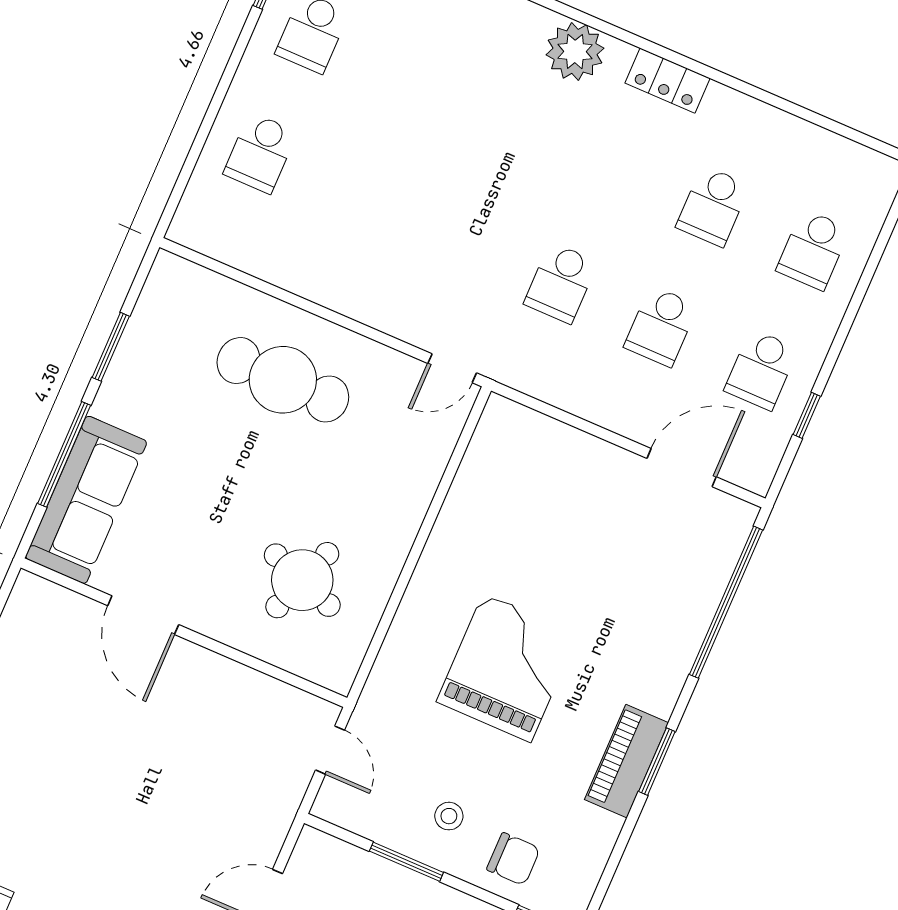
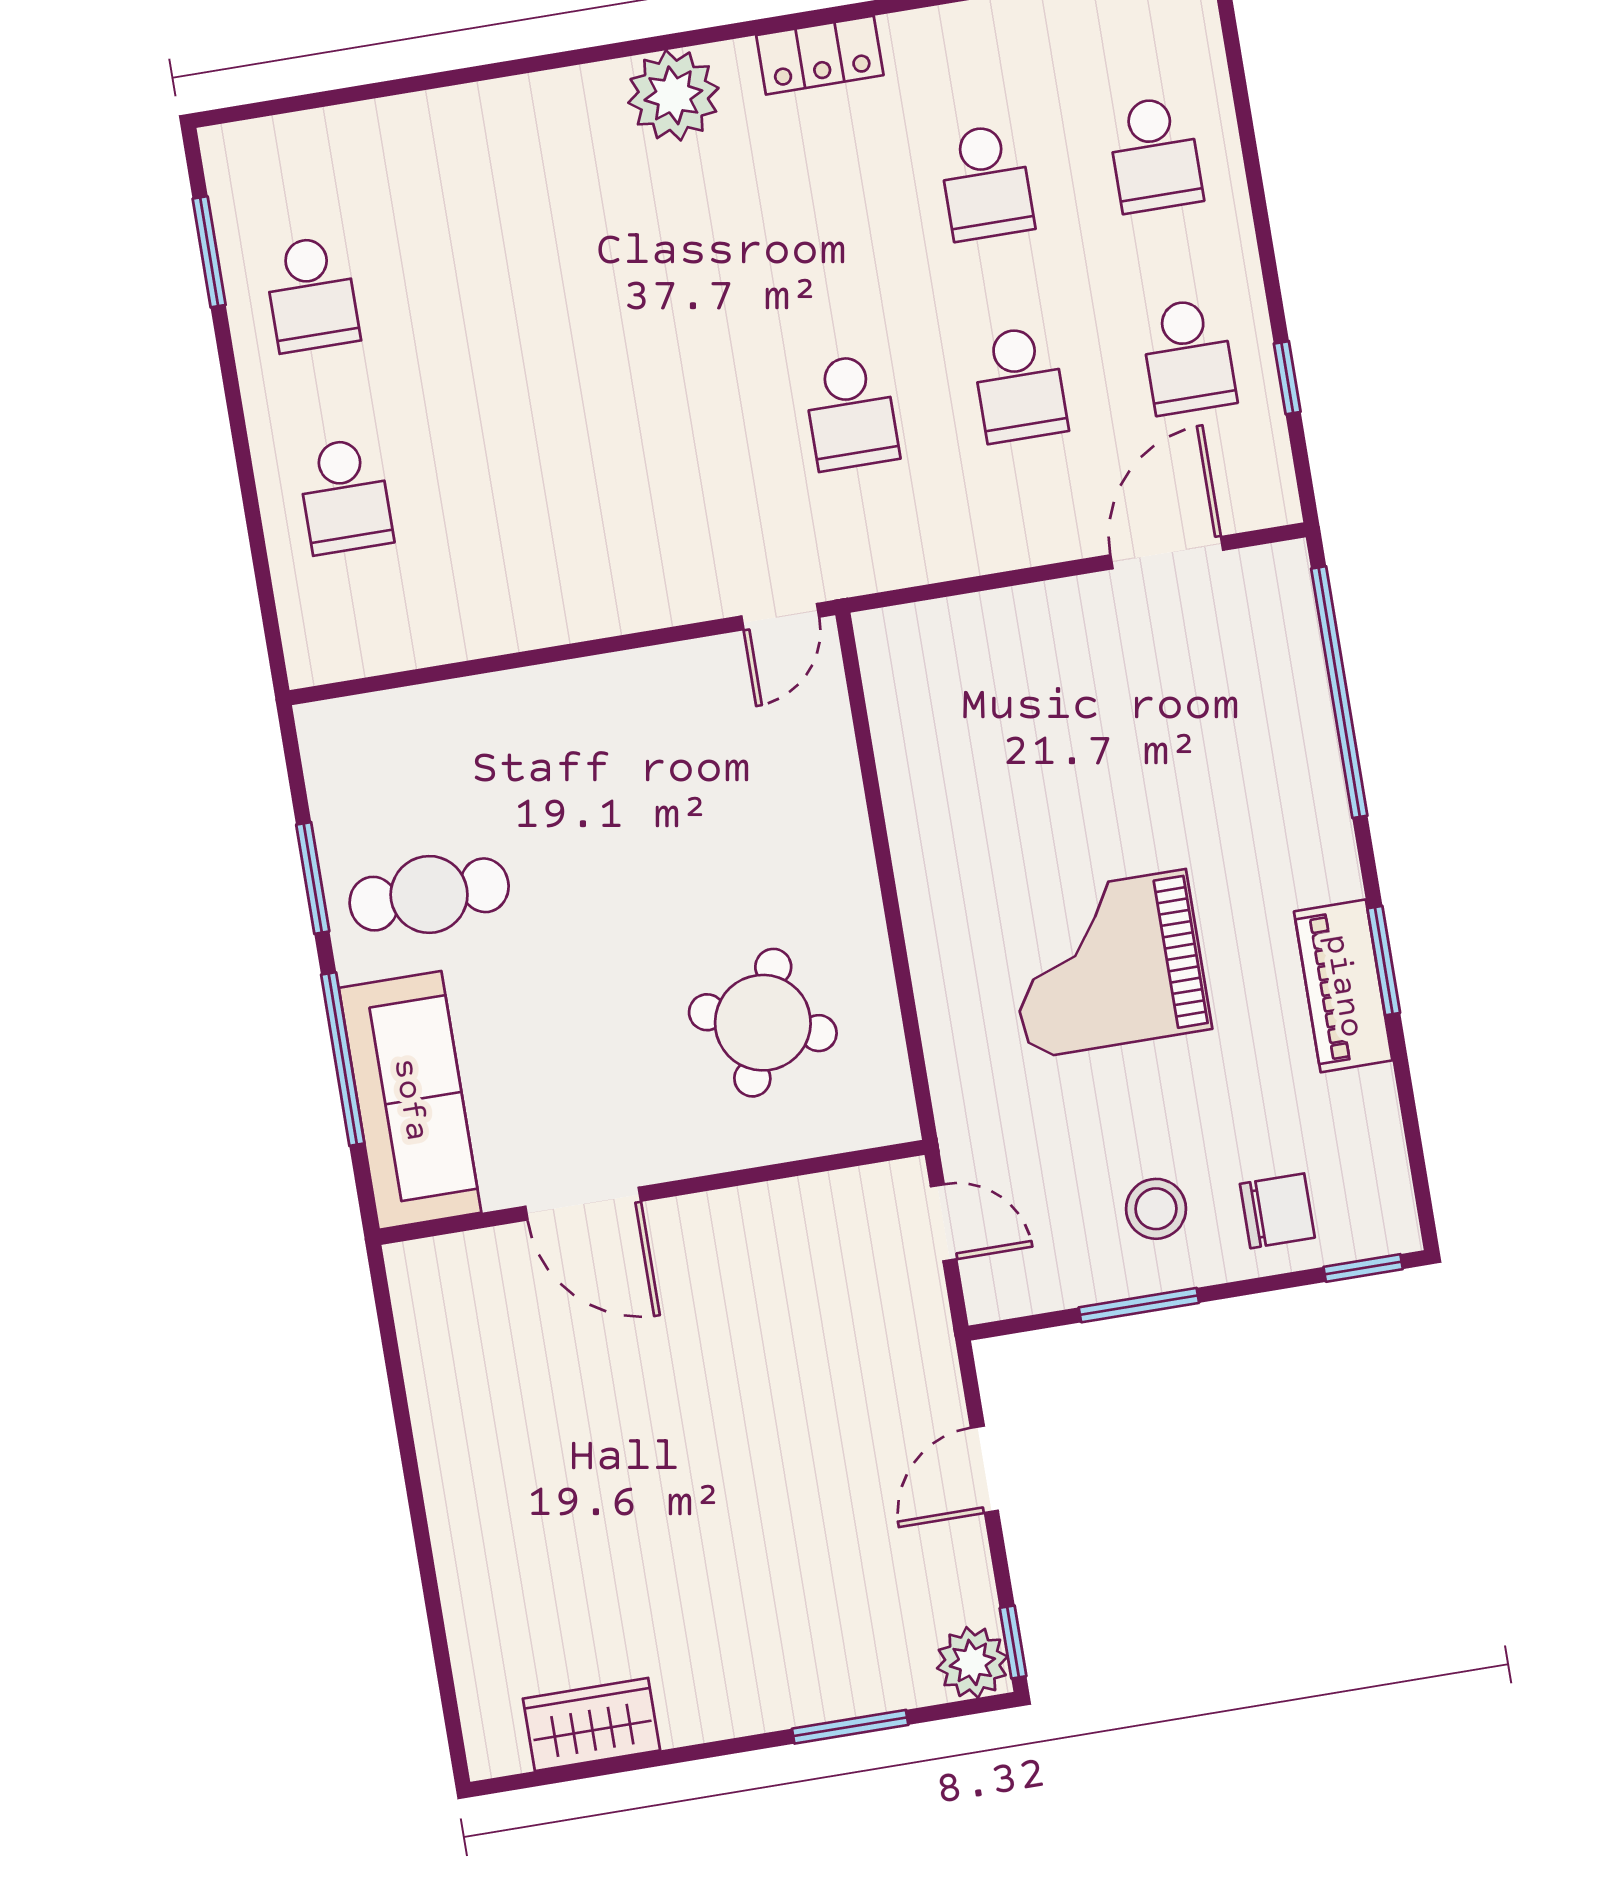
cafe table: (283, 380) -> (429, 894), moved, width x0.73, depth x0.74
grand piano: (507, 668) -> (1107, 964), turned -90
stool: (449, 816) -> (1156, 1209), width x1.37, depth x1.37

